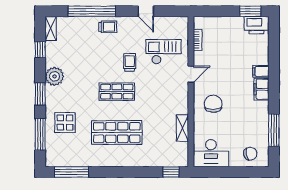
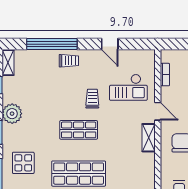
checkout: (163, 52) -> (128, 87), turned 180
door: (191, 74) -> (158, 111), hinge flipped
shelving: (182, 128) -> (149, 138), moved

